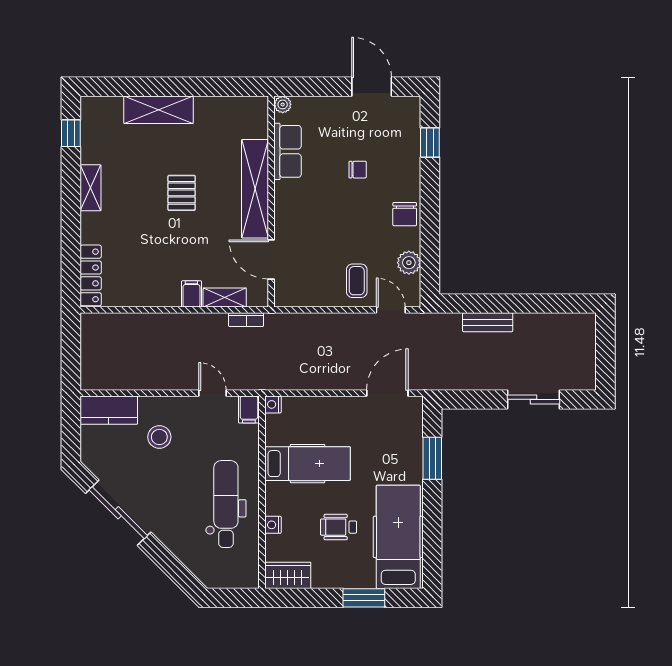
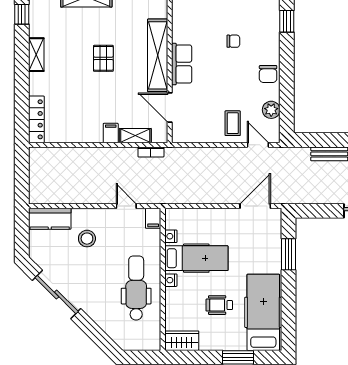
row of seats: (288, 151) -> (182, 64), moved
nightstand: (273, 404) -> (171, 236), moved
nightstand: (273, 525) -> (171, 280), moved

